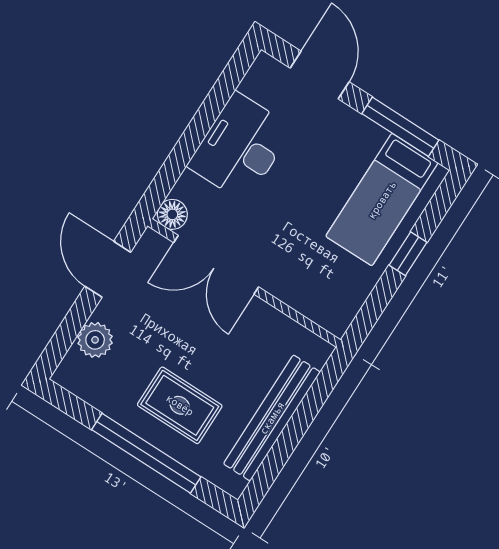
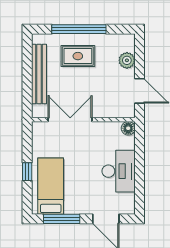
double door: (216, 265) -> (70, 120), moved

